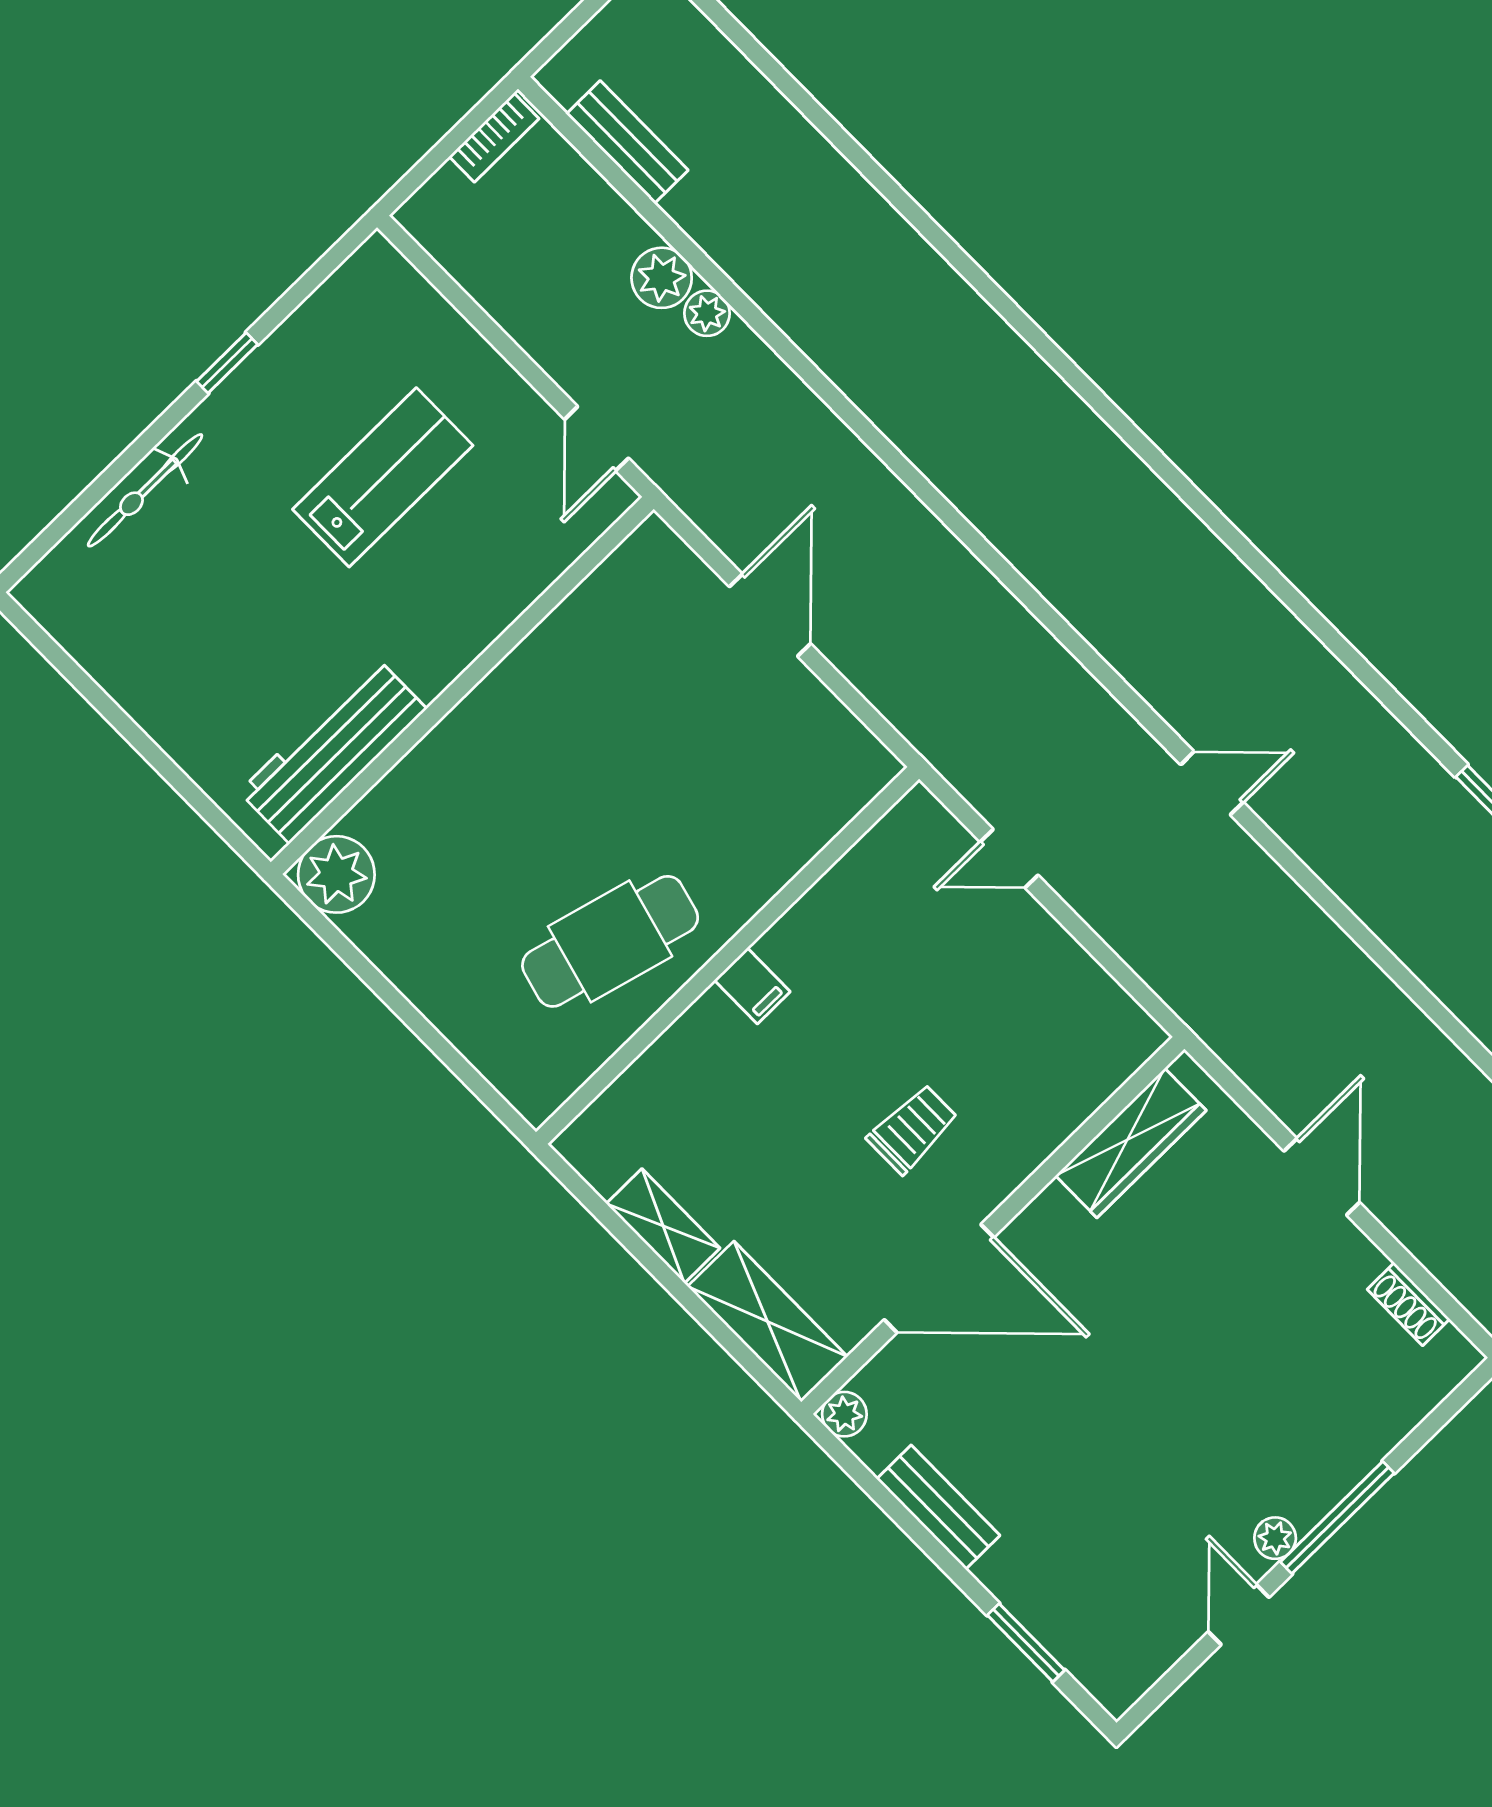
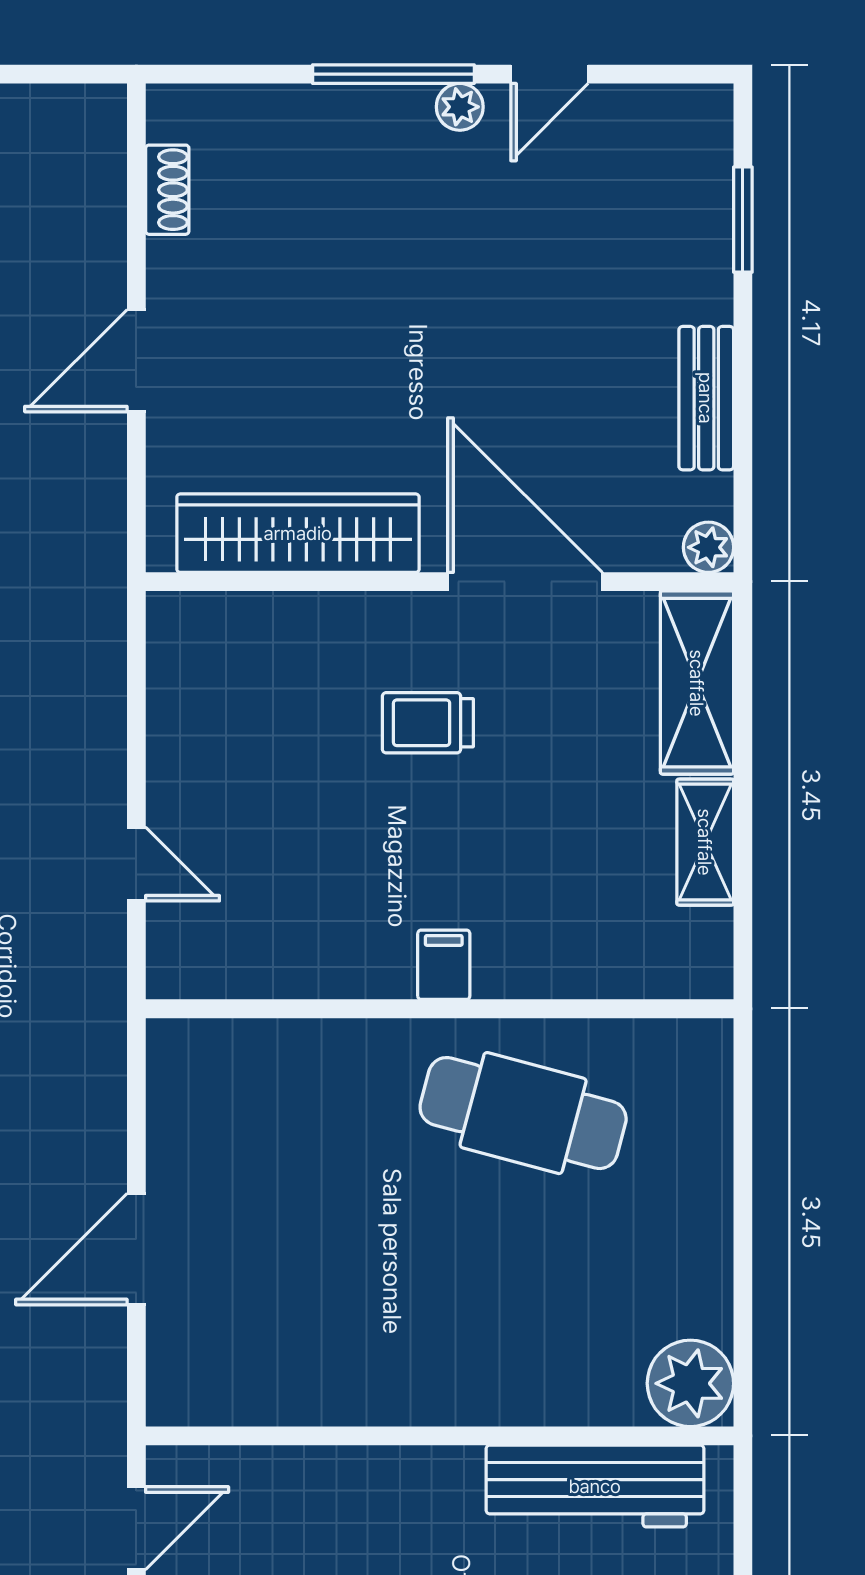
wardrobe: (1131, 1143) -> (298, 533), width x1.40, depth x1.17

